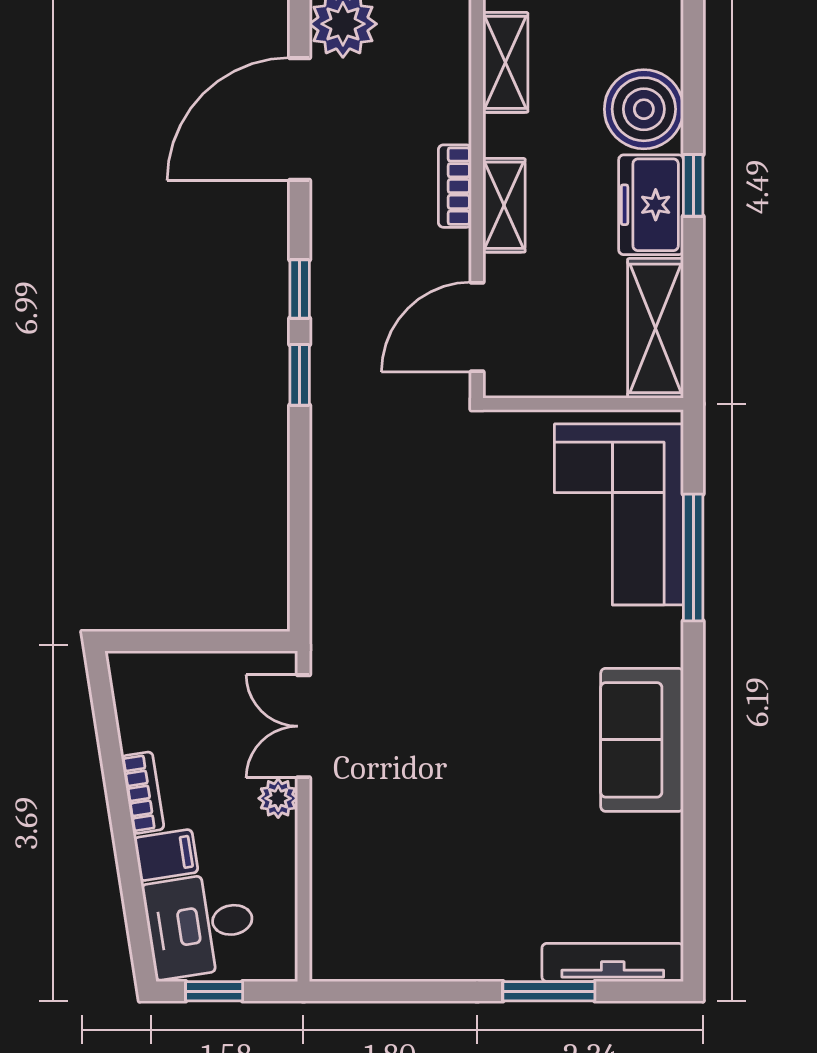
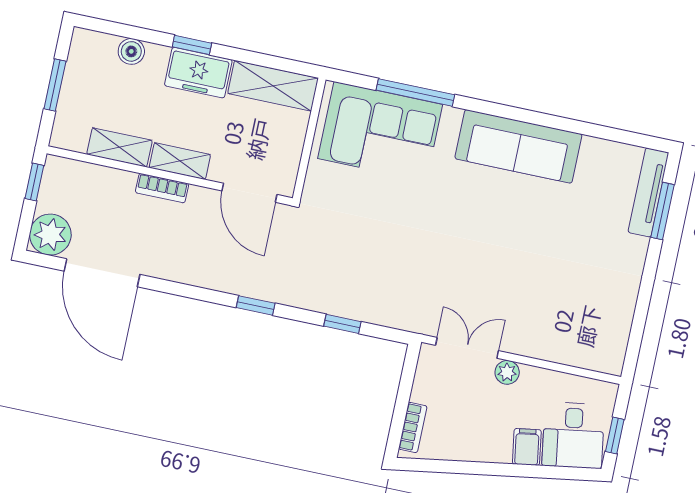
shelving: (505, 62) -> (120, 147), moved
boiler: (644, 109) -> (131, 51), width x0.54, depth x0.54
window: (300, 289) -> (342, 324), moved
double door: (303, 726) -> (467, 348), swing flipped
sofa: (642, 740) -> (518, 146), width x1.36
bookcase: (143, 793) -> (413, 427), moved, turned 99
window: (549, 991) -> (663, 211), moved

